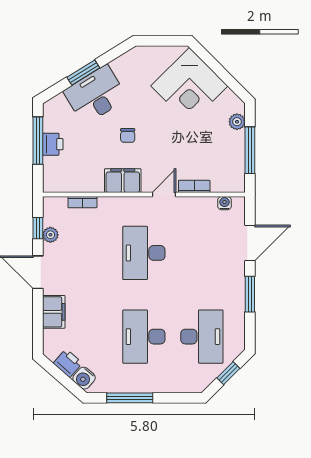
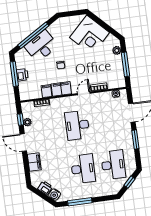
window: (83, 73) -> (33, 35), width x2.11
filing cabinet: (94, 181) -> (47, 91), added
desk: (144, 337) -> (83, 169), turned 180

